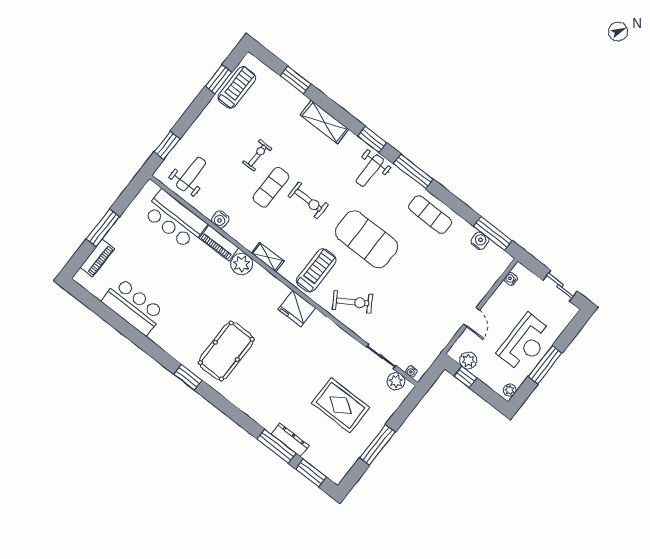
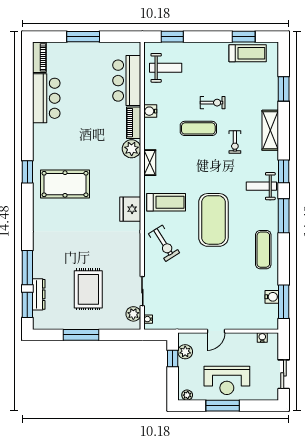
exercise bike: (308, 200) -> (235, 142), moved, width x0.73, depth x0.72
piano: (97, 258) -> (39, 57), moved, turned -90
dresser: (290, 440) -> (39, 294), moved

